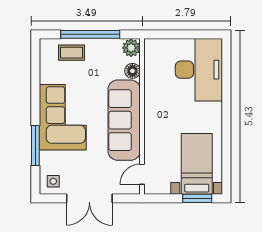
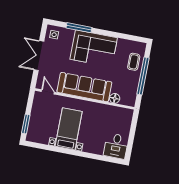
plant: (131, 48) -> (129, 100), removed
desk: (199, 70) -> (116, 146), width x0.53, depth x0.77
bed with nightstands: (197, 164) -> (69, 129), moved, turned -90

